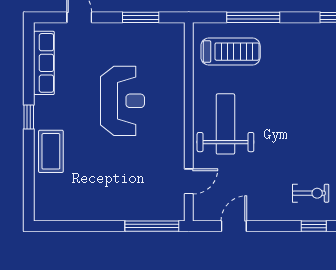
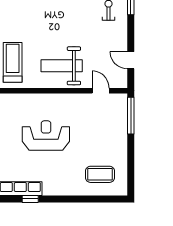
window: (29, 117) -> (30, 199), moved
coffee table: (51, 151) -> (100, 174), moved

